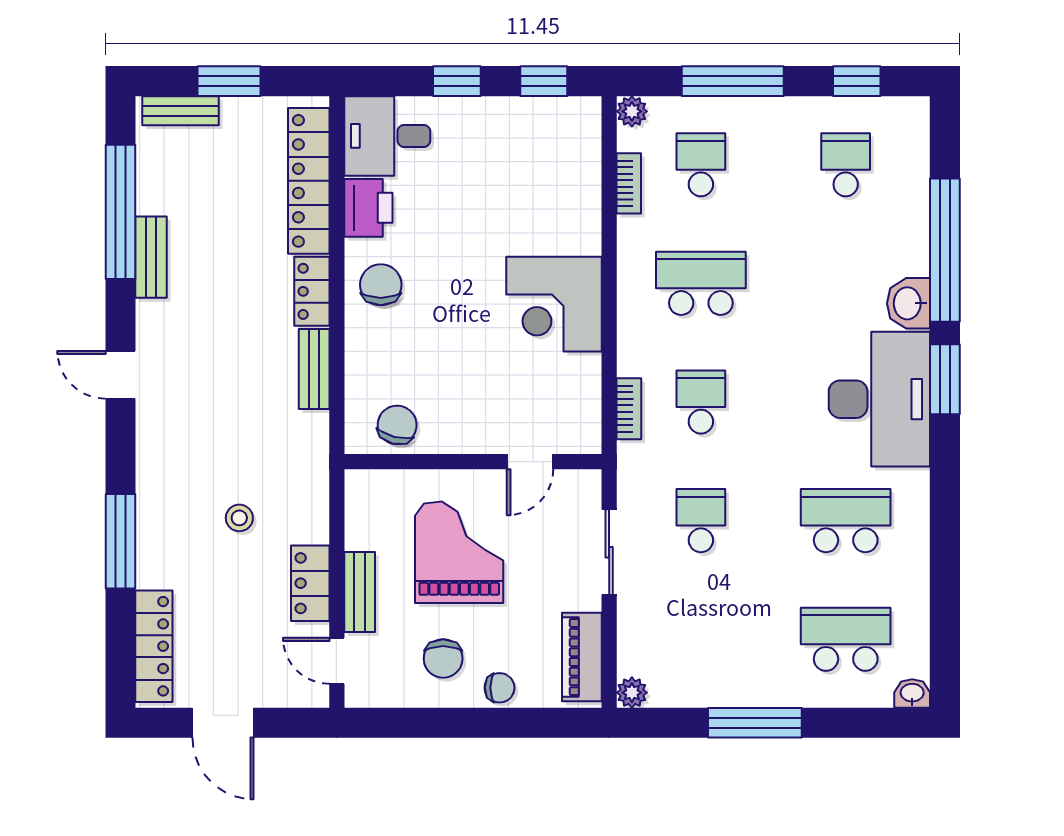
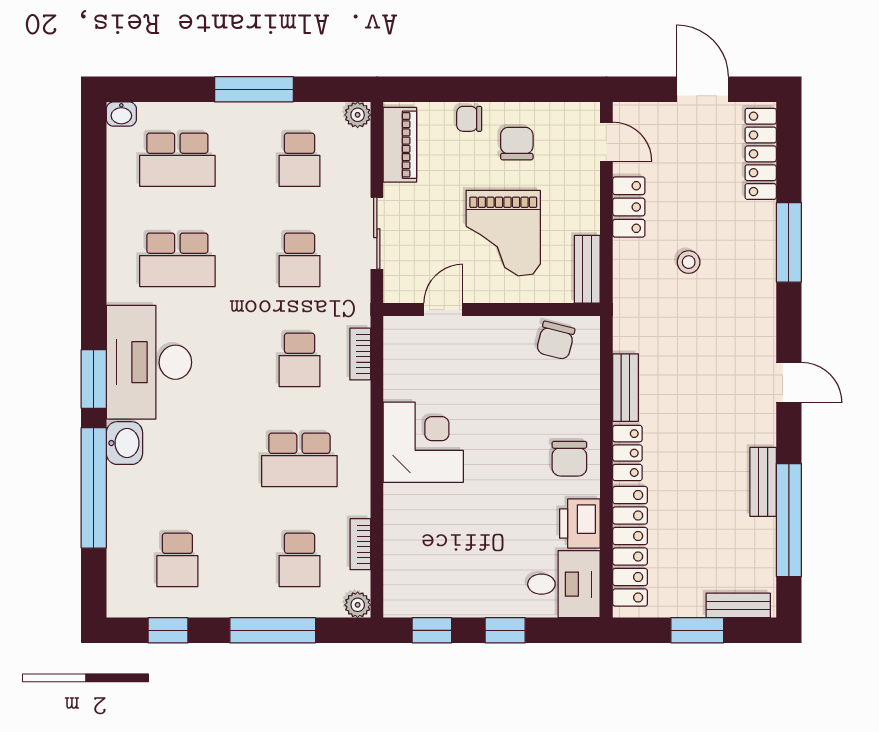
bench: (360, 592) -> (587, 269), moved
school desk: (701, 639) -> (299, 160), added

